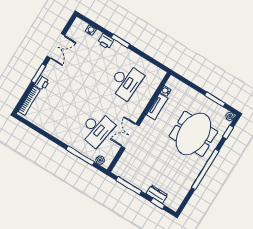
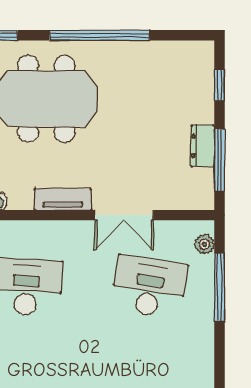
tv unit: (157, 106) -> (63, 199), moved
dresser: (157, 194) -> (203, 146), moved

